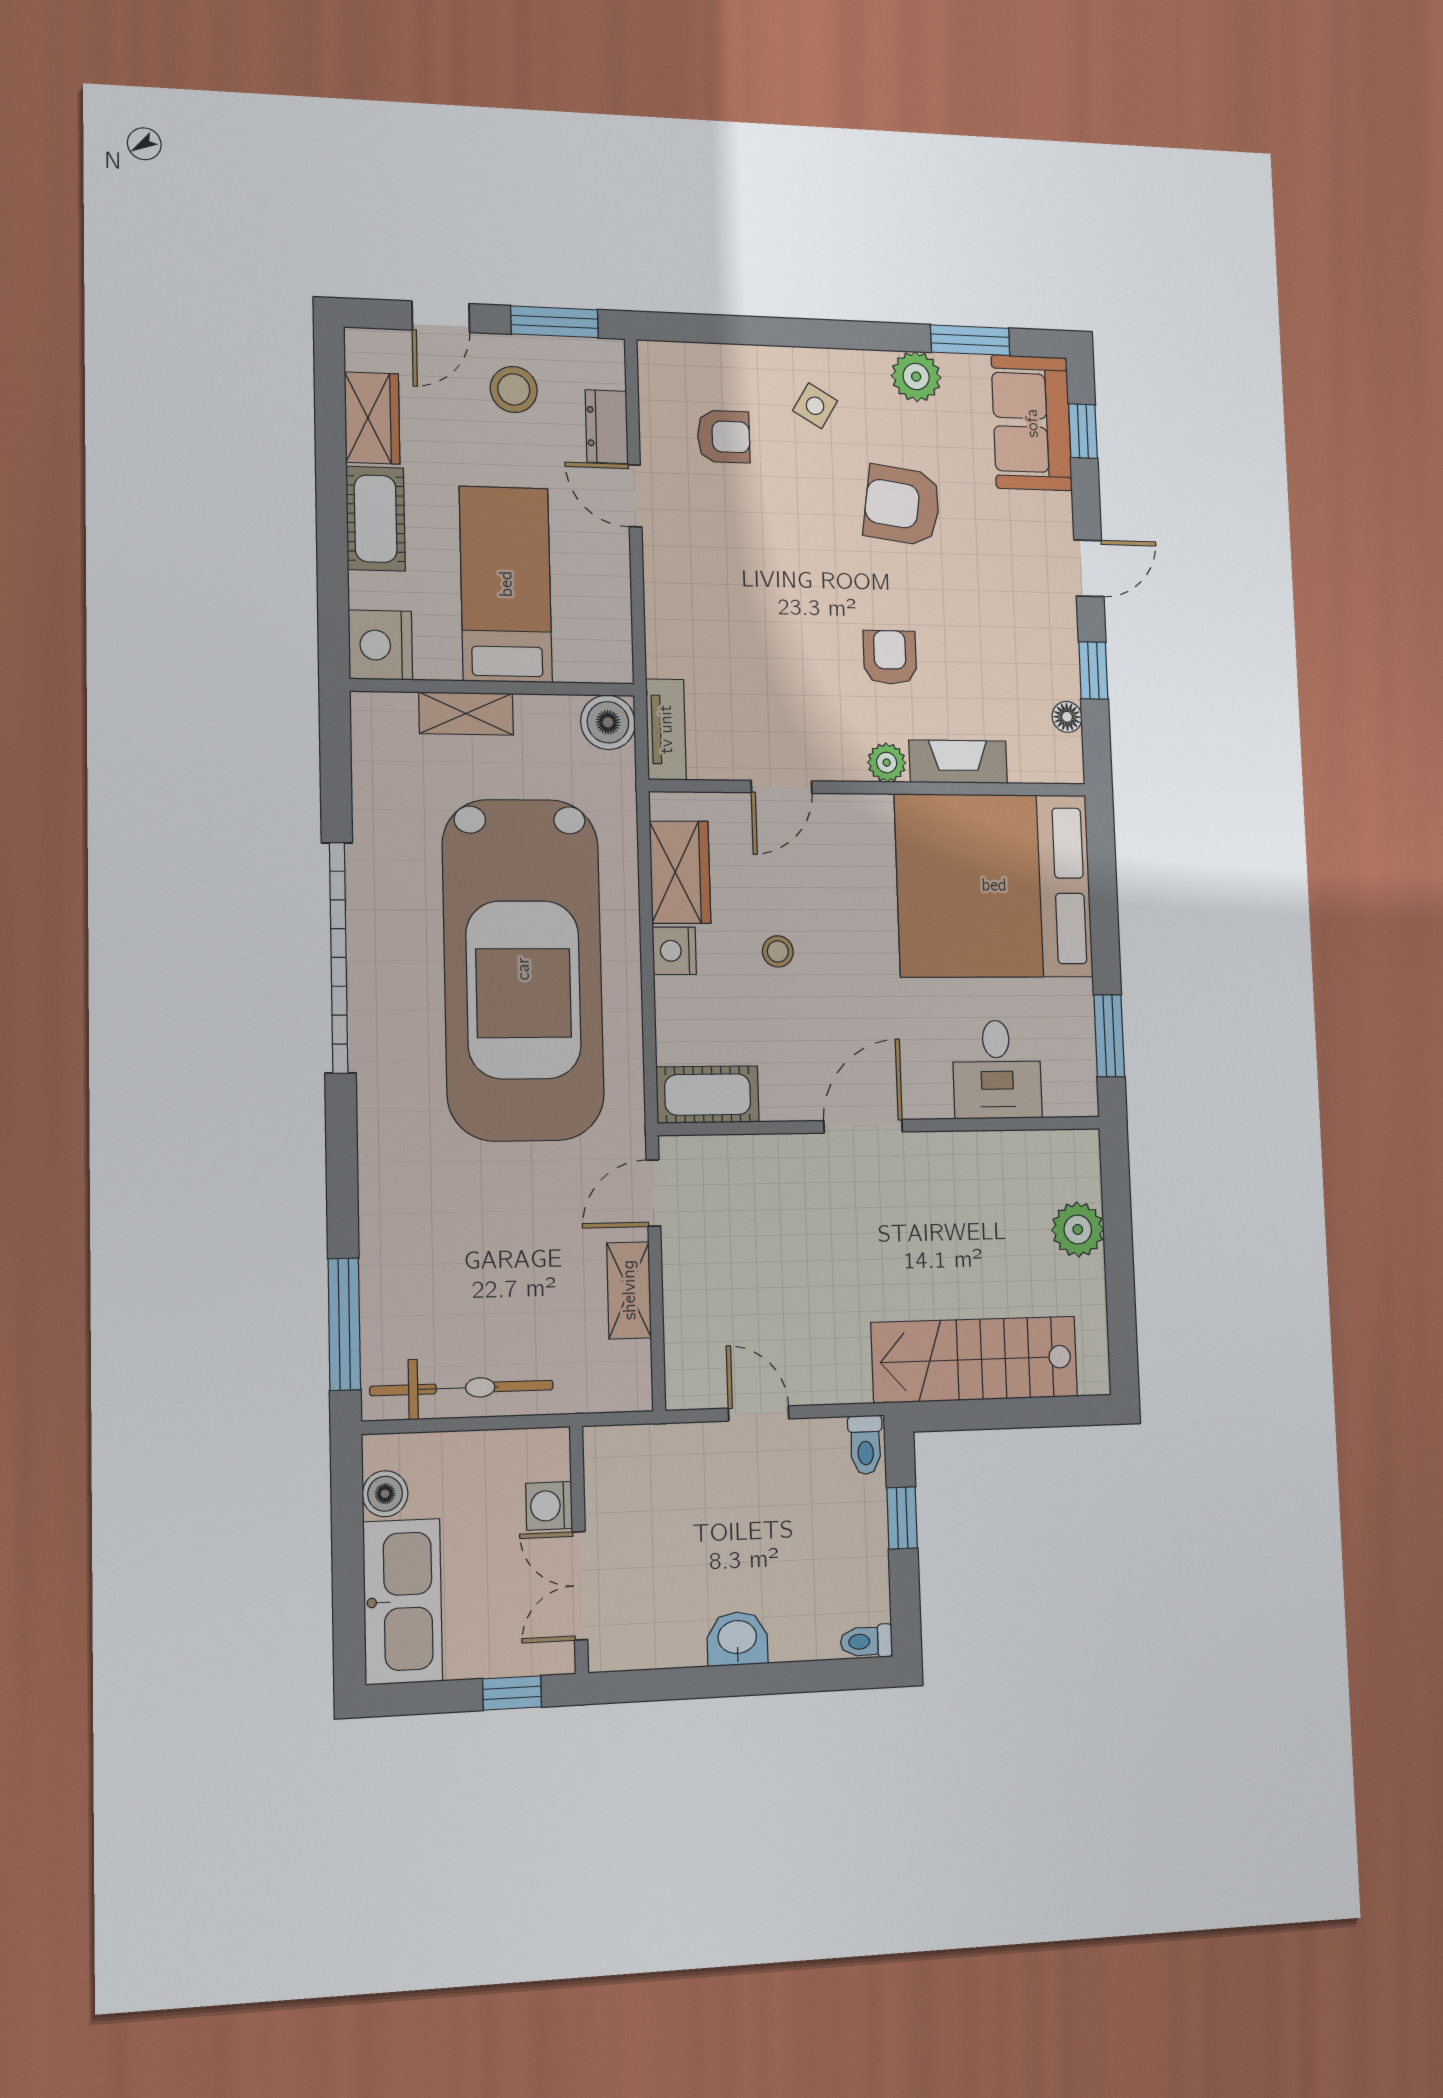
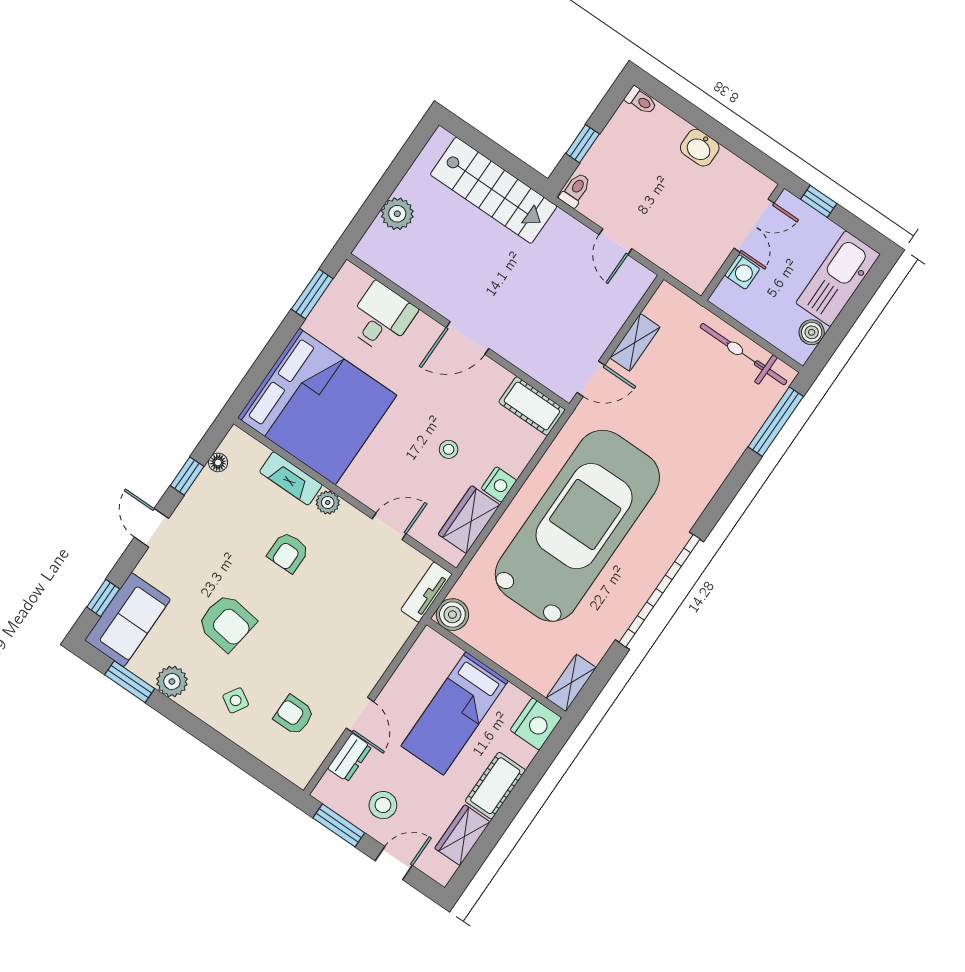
door: (1089, 568) -> (151, 528), hinge flipped
shelving: (466, 714) -> (571, 683), moved, turned 90

